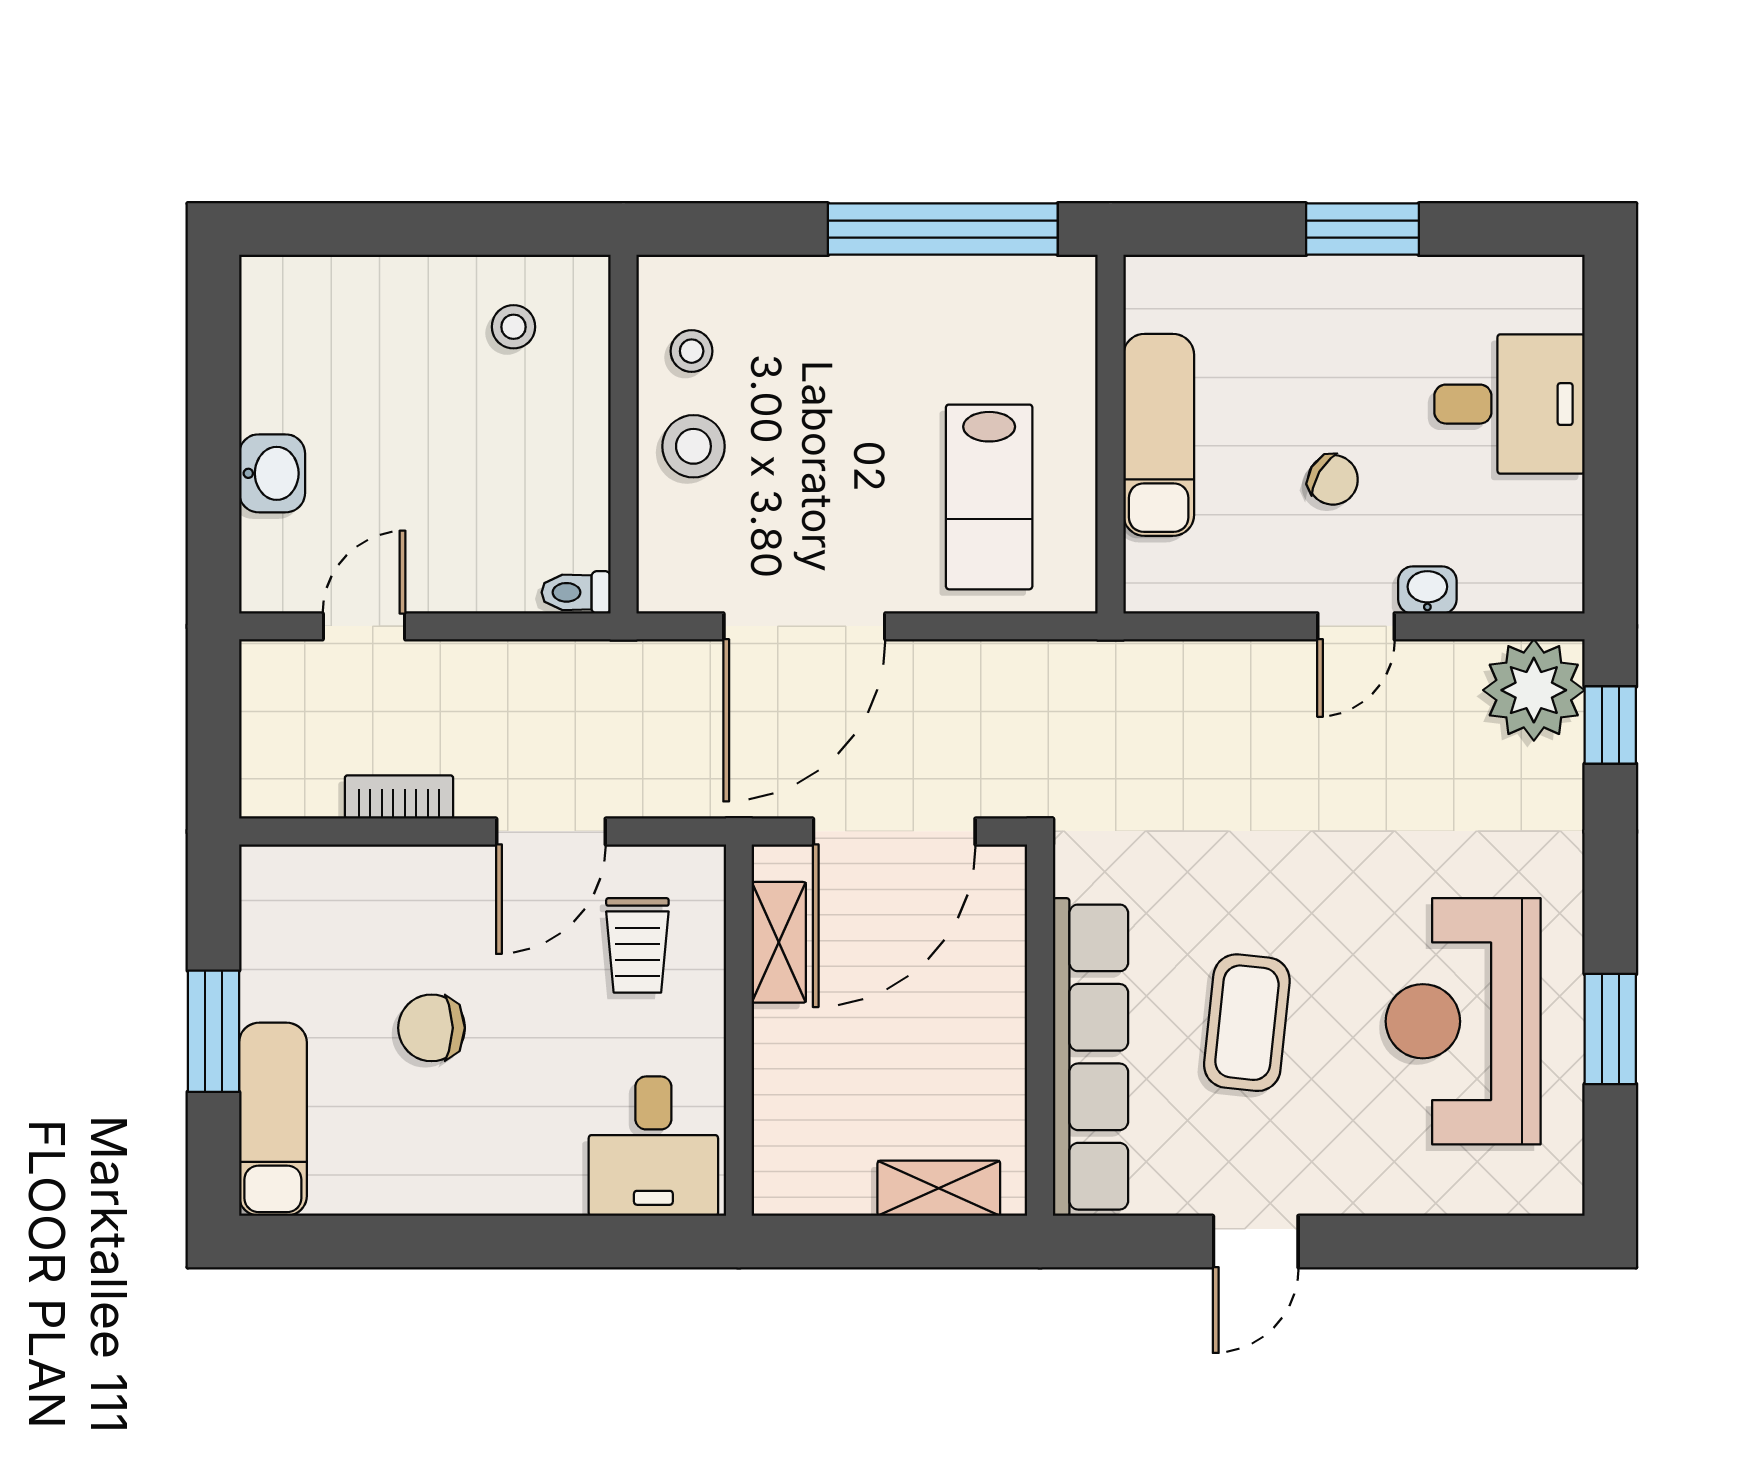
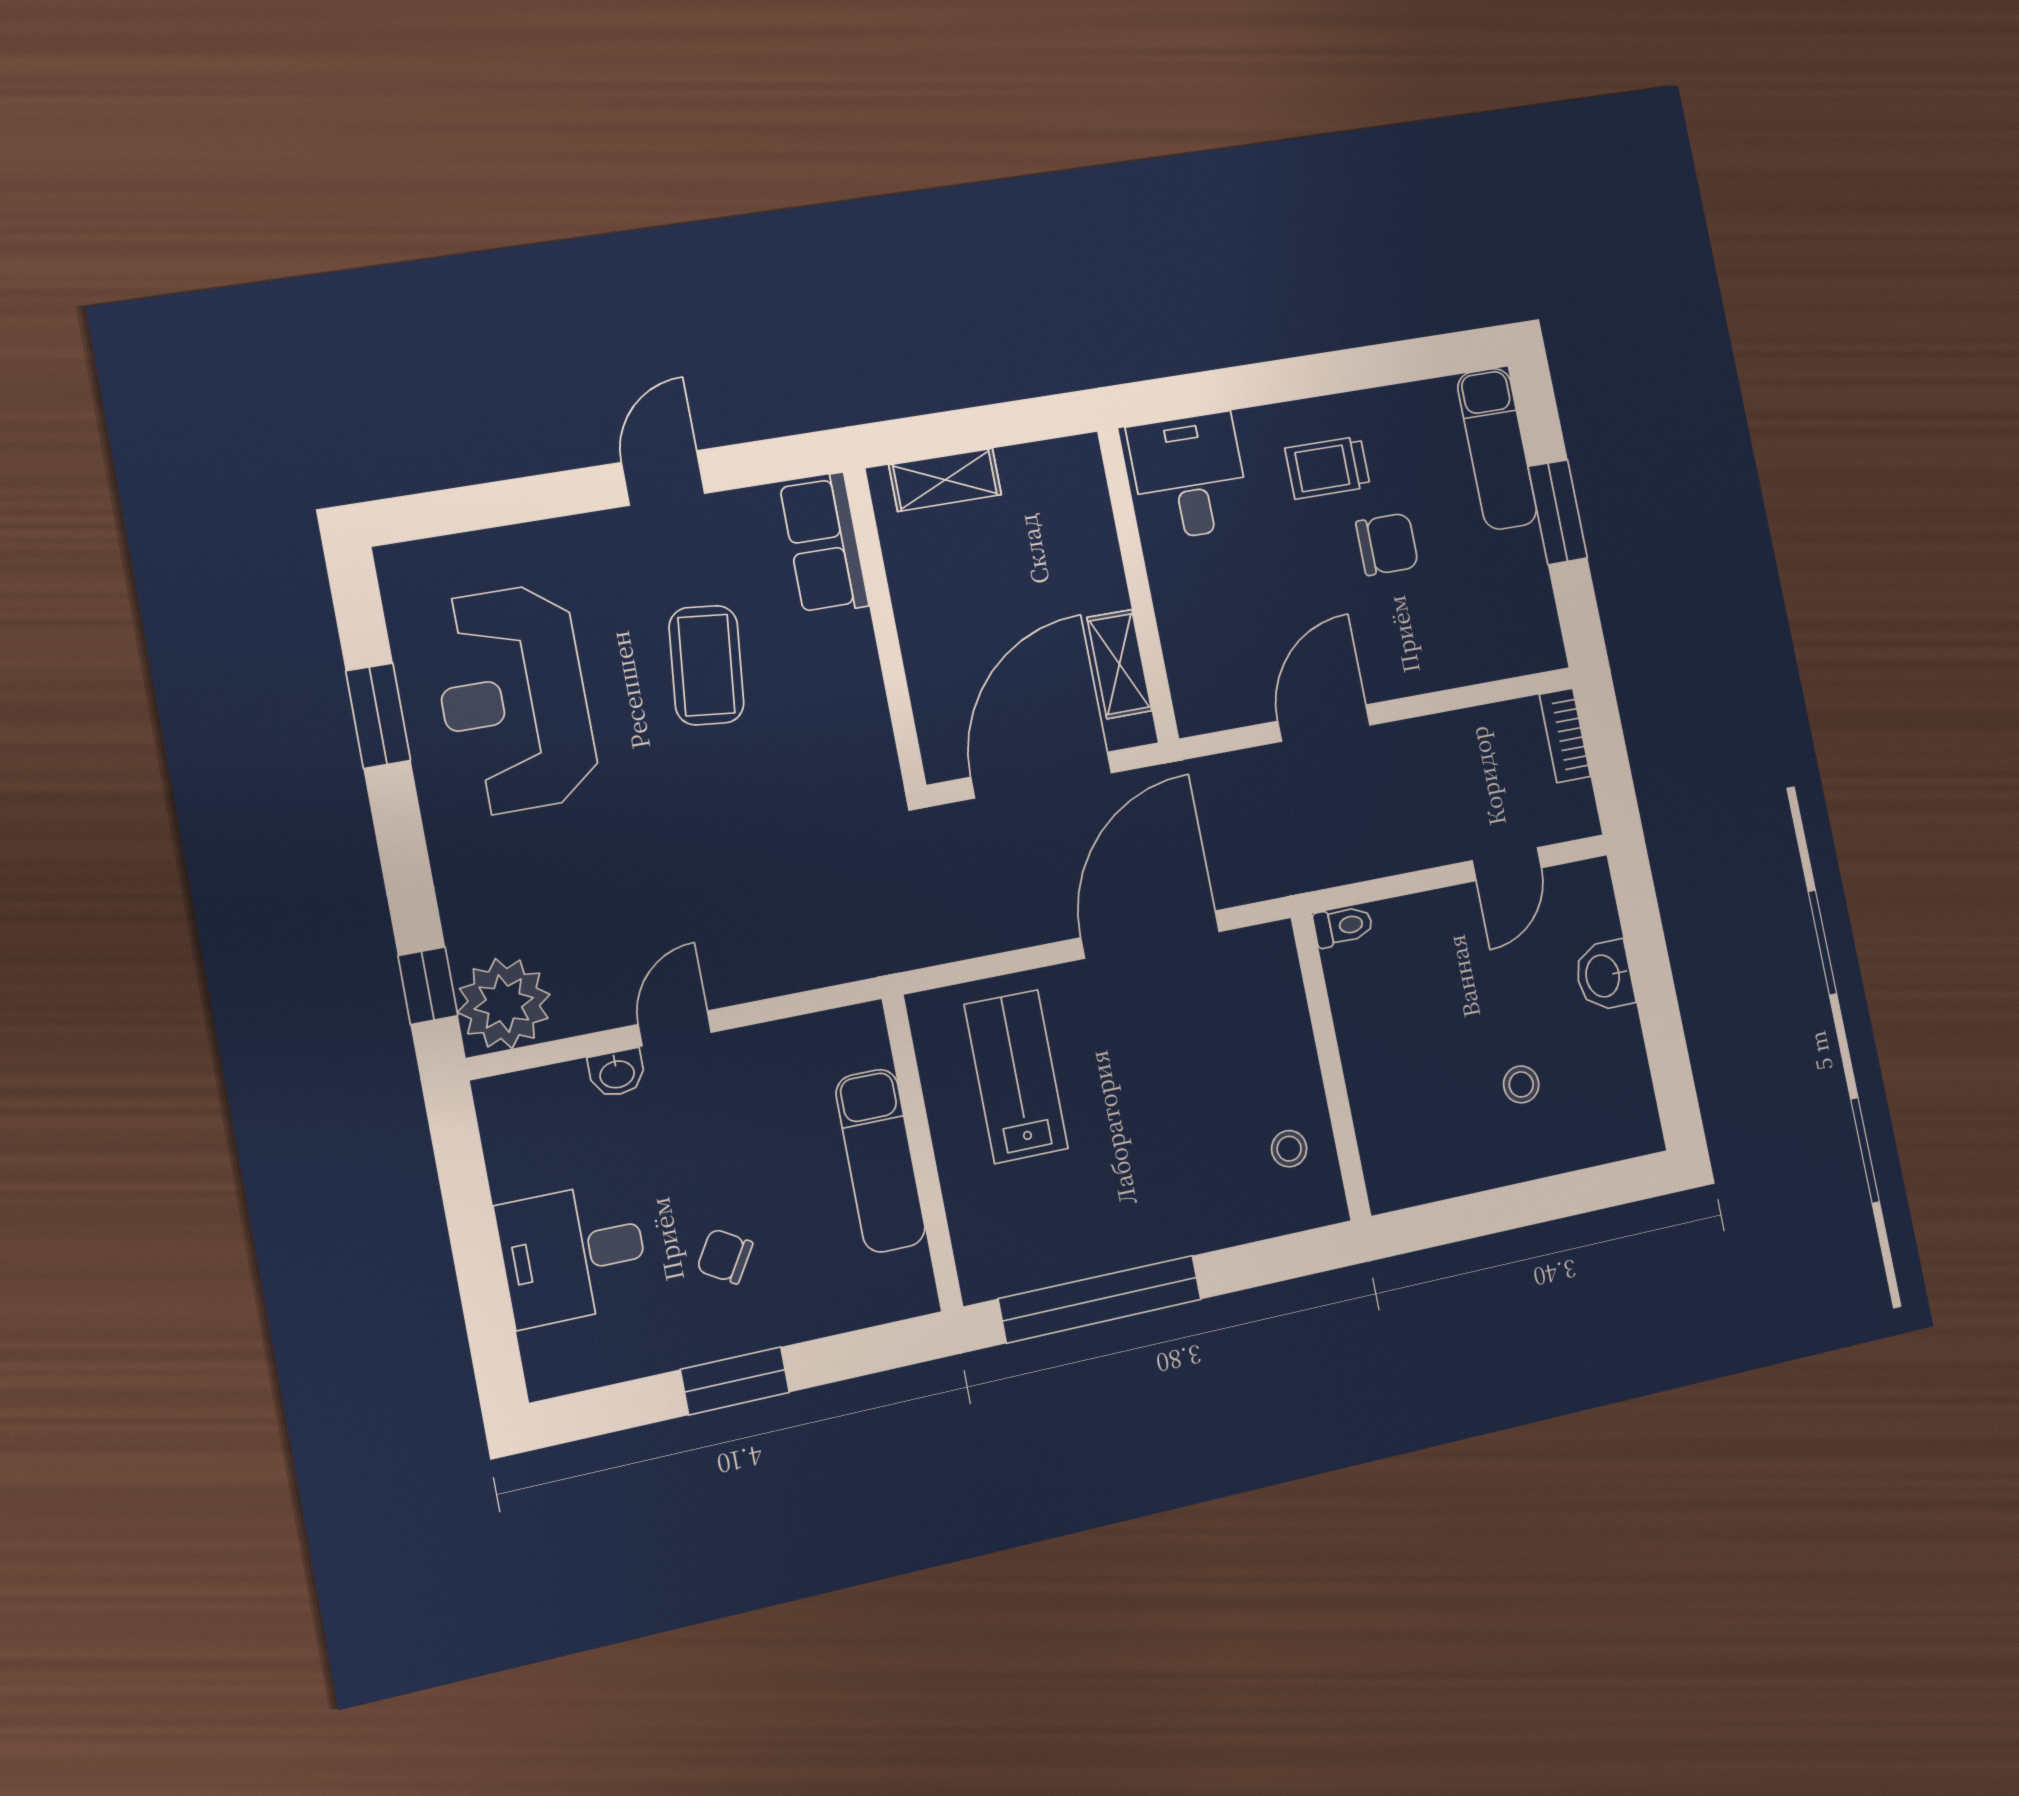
stool: (514, 327) -> (1521, 1084), moved
stool: (693, 446) -> (1272, 1068), removed
chair: (1333, 480) -> (725, 1256), moved
bookcase: (399, 797) -> (1565, 735), moved, turned 90
trolley: (637, 945) -> (1328, 468), moved, turned -90
reception desk: (1463, 1021) -> (514, 699), turned 180
row of seats: (1090, 1057) -> (824, 544), width x0.50

